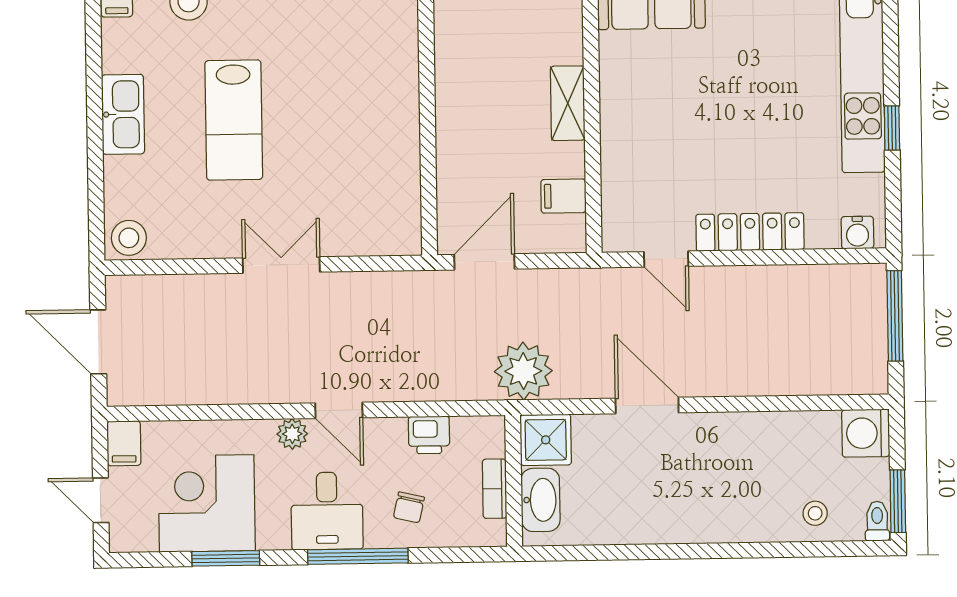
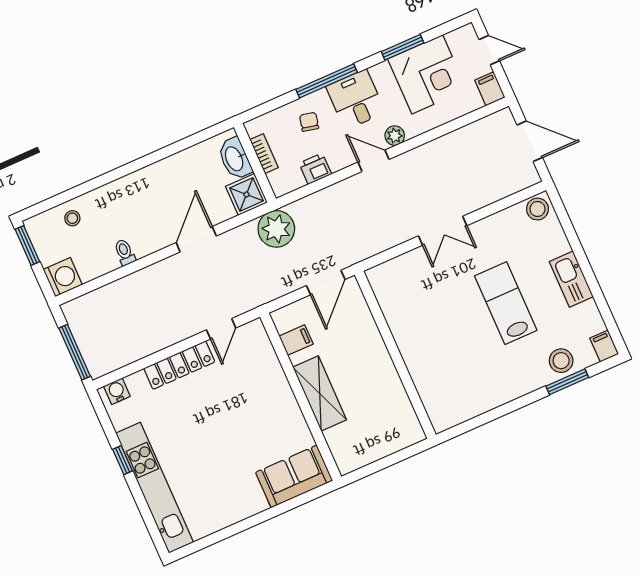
shelving: (568, 103) -> (320, 393), width x1.50, depth x1.33
door: (666, 259) -> (221, 329), swing flipped
door: (647, 406) -> (196, 239), swing flipped
toilet: (877, 521) -> (125, 252), moved, turned 180

